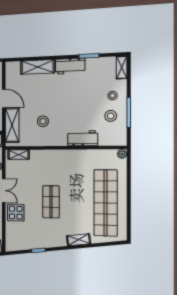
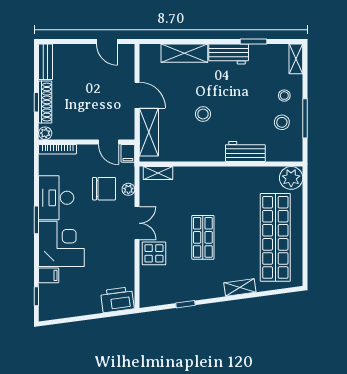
stool: (43, 121) -> (203, 114), moved
plant: (122, 154) -> (291, 178), width x1.88, depth x1.88

